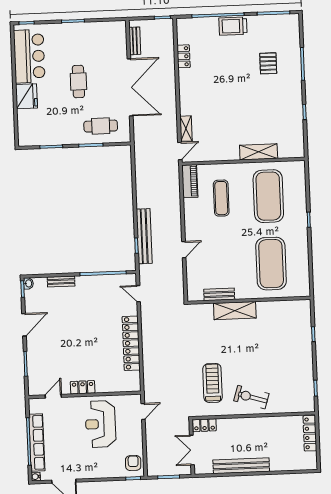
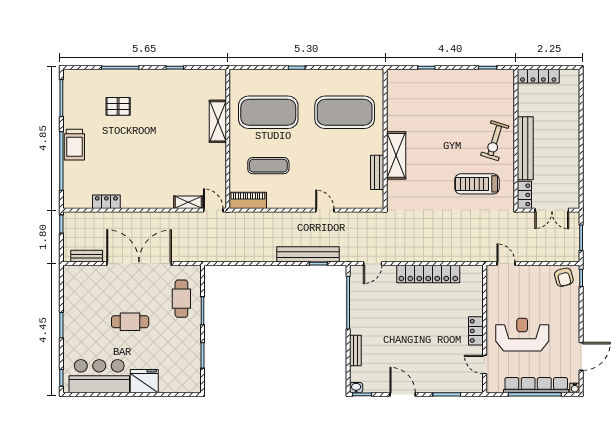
reception desk: (100, 424) -> (522, 335), moved, turned 180
armchair: (133, 463) -> (564, 277), turned -106
bench: (241, 466) -> (525, 148), moved

